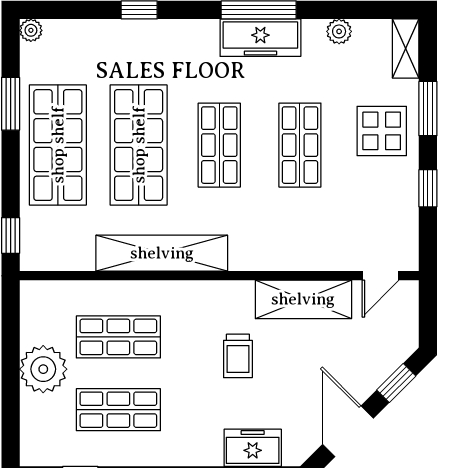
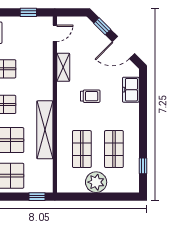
window: (428, 188) -> (28, 12), moved
door: (381, 276) -> (55, 33), hinge flipped
shelving: (303, 299) -> (63, 67), width x0.67, depth x0.75

